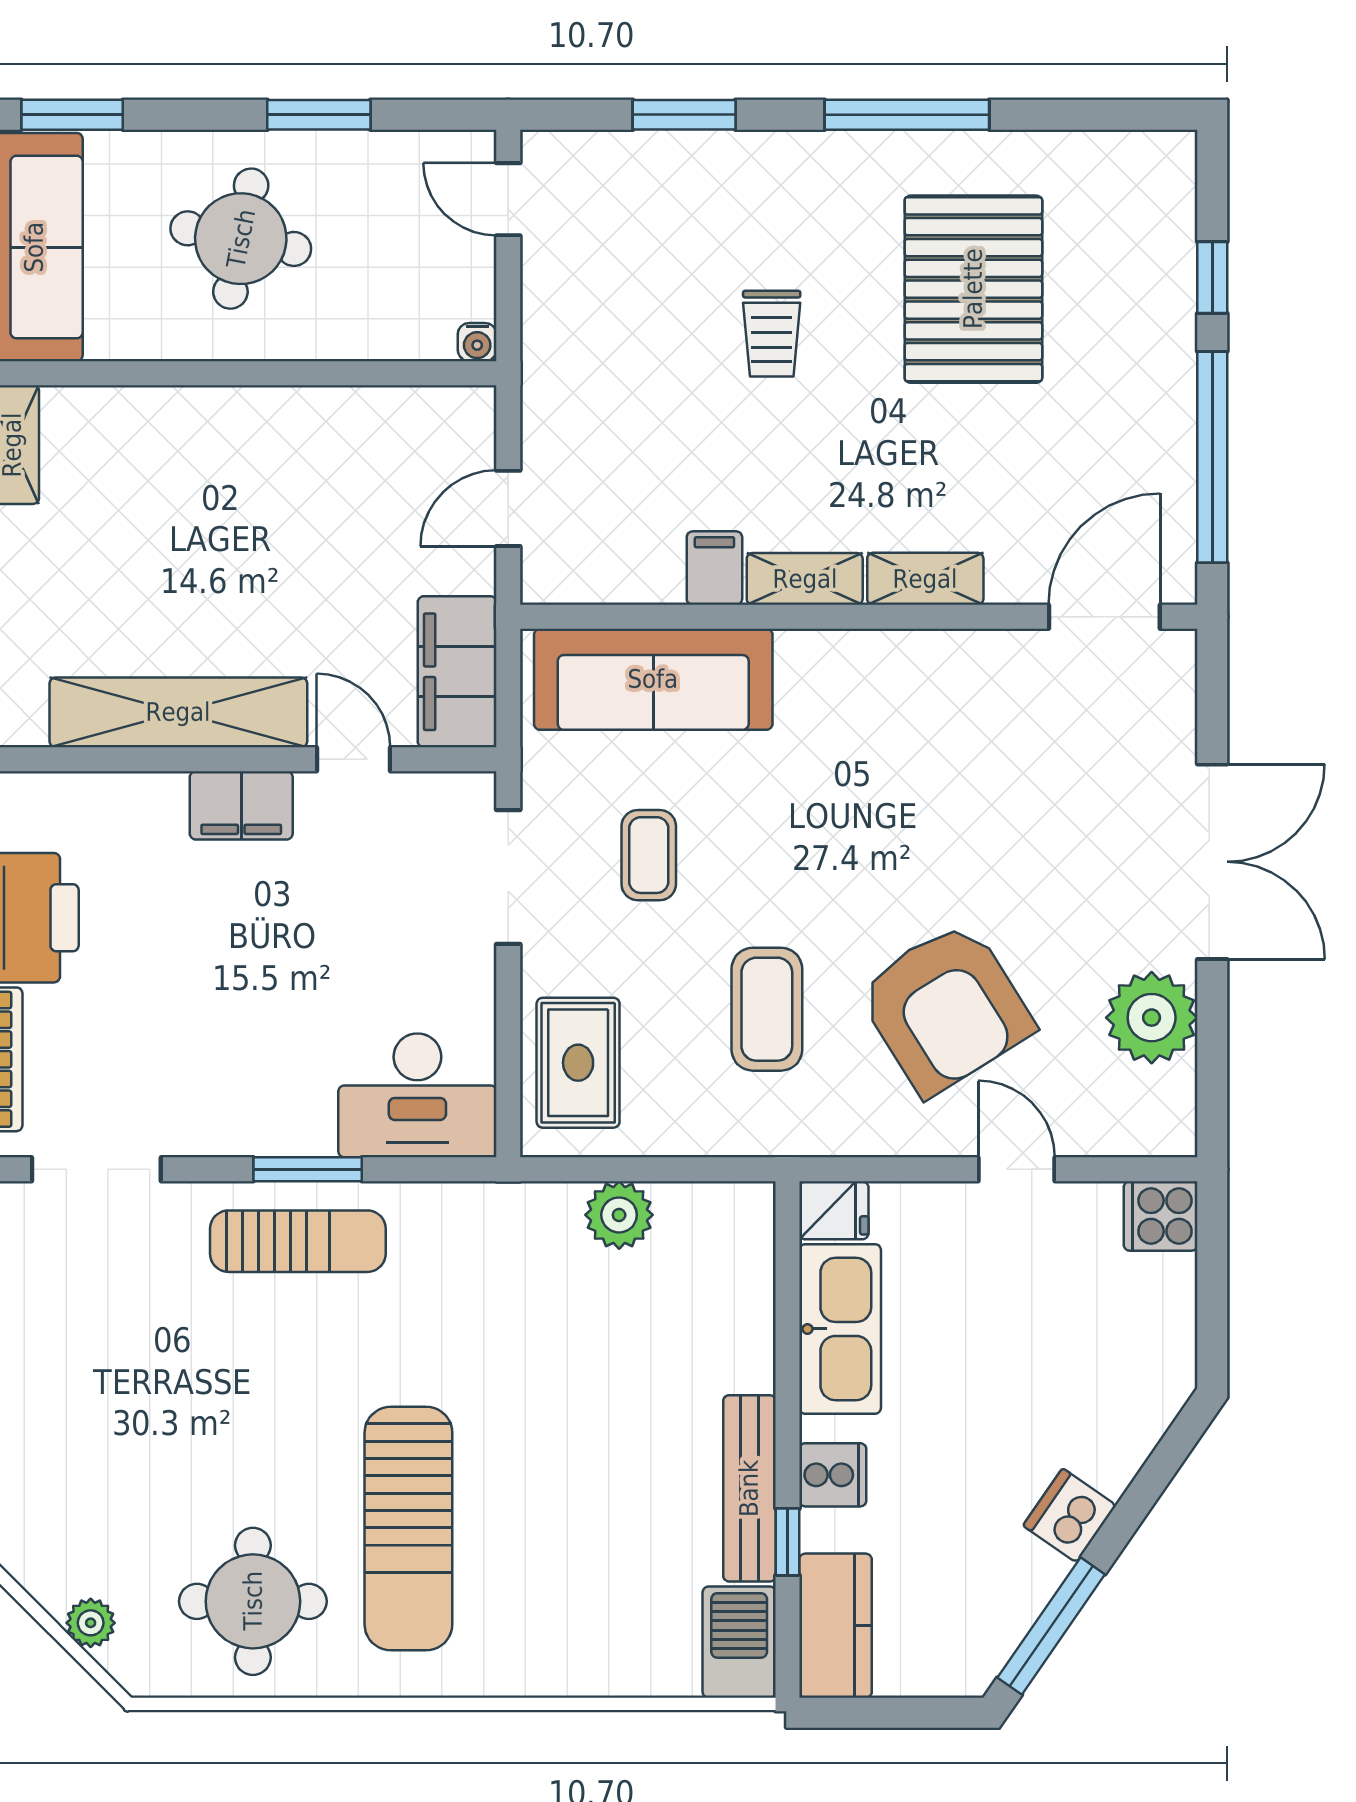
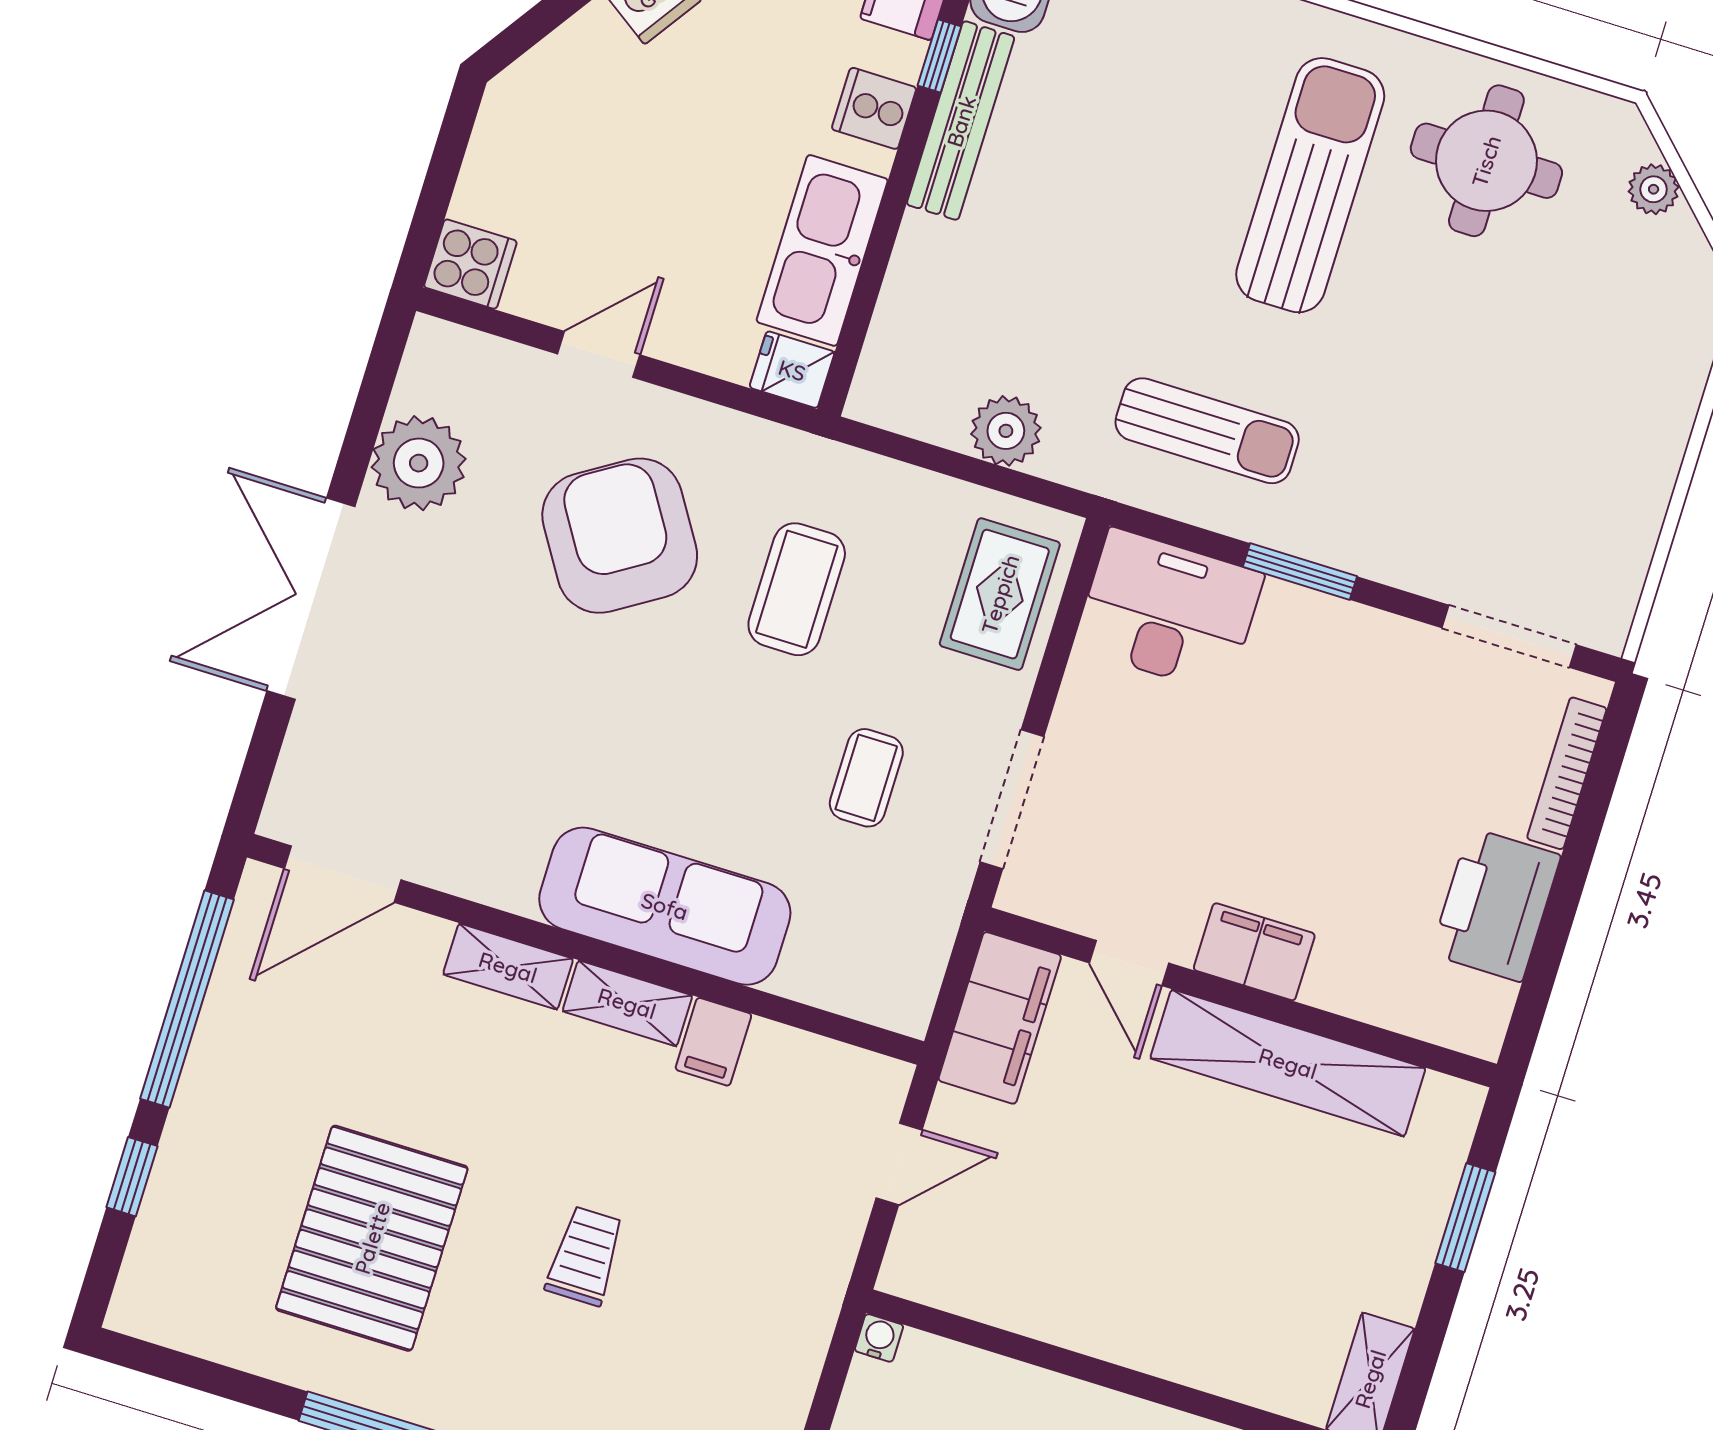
sofa: (653, 679) -> (665, 906), moved
door: (1017, 1169) -> (599, 354), swing flipped
sun lounger: (298, 1241) -> (1207, 431), moved, turned 180

